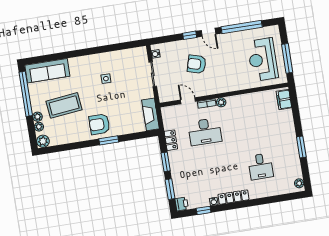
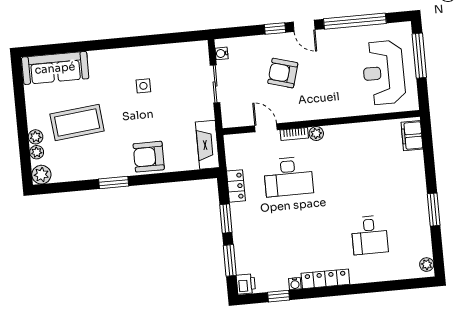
window: (287, 58) -> (419, 56), moved
window: (26, 94) -> (20, 101), removed
armchair: (99, 124) -> (149, 157), moved
window: (109, 140) -> (114, 183), moved

